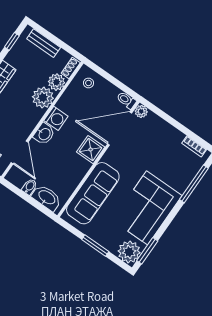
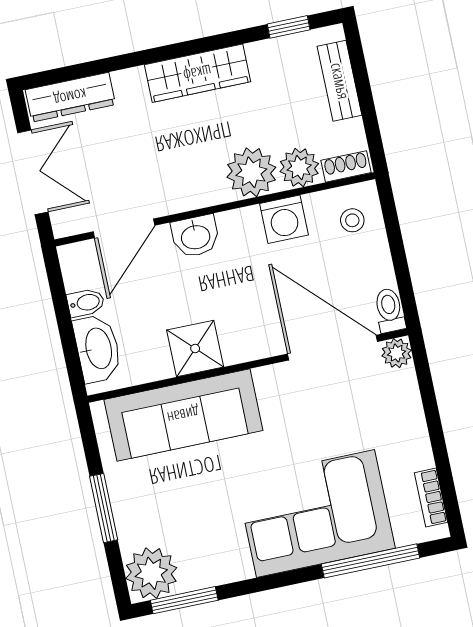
washing machine: (56, 118) -> (284, 219), moved
shower: (91, 150) -> (195, 348), moved
corner sofa: (147, 208) -> (316, 514), moved

